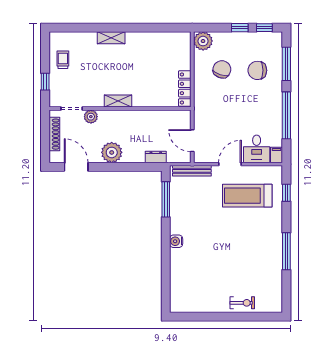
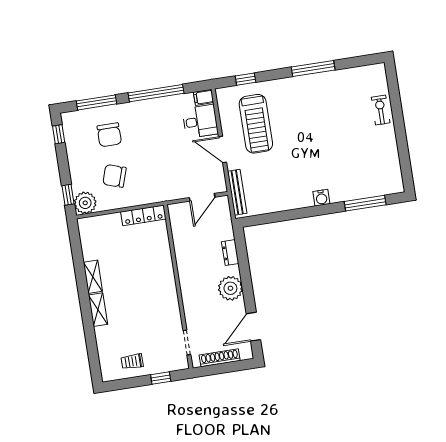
window: (240, 28) -> (68, 195), moved
shelving: (118, 101) -> (93, 277), moved
plant: (91, 117) -> (193, 319), removed
dresser: (156, 157) -> (230, 253), moved
window: (166, 199) -> (365, 203), moved

